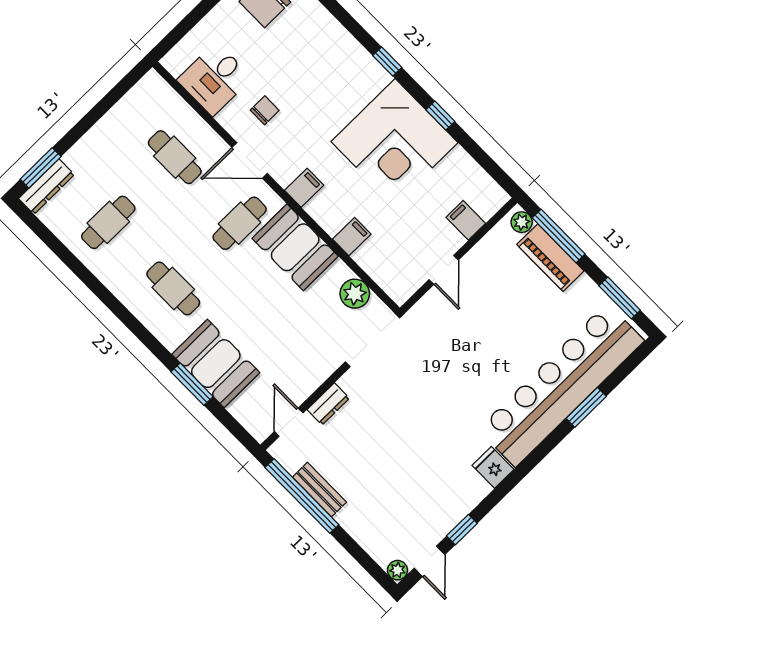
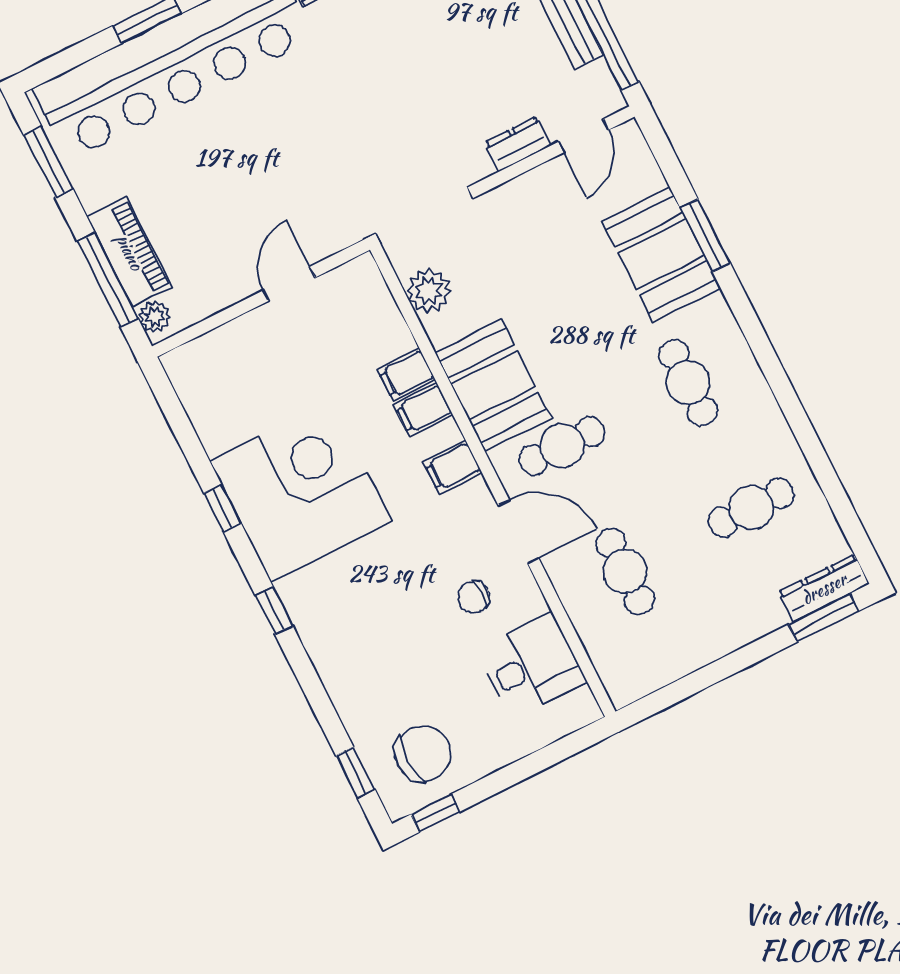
filing cabinet: (466, 220) -> (423, 410), moved, turned 90

